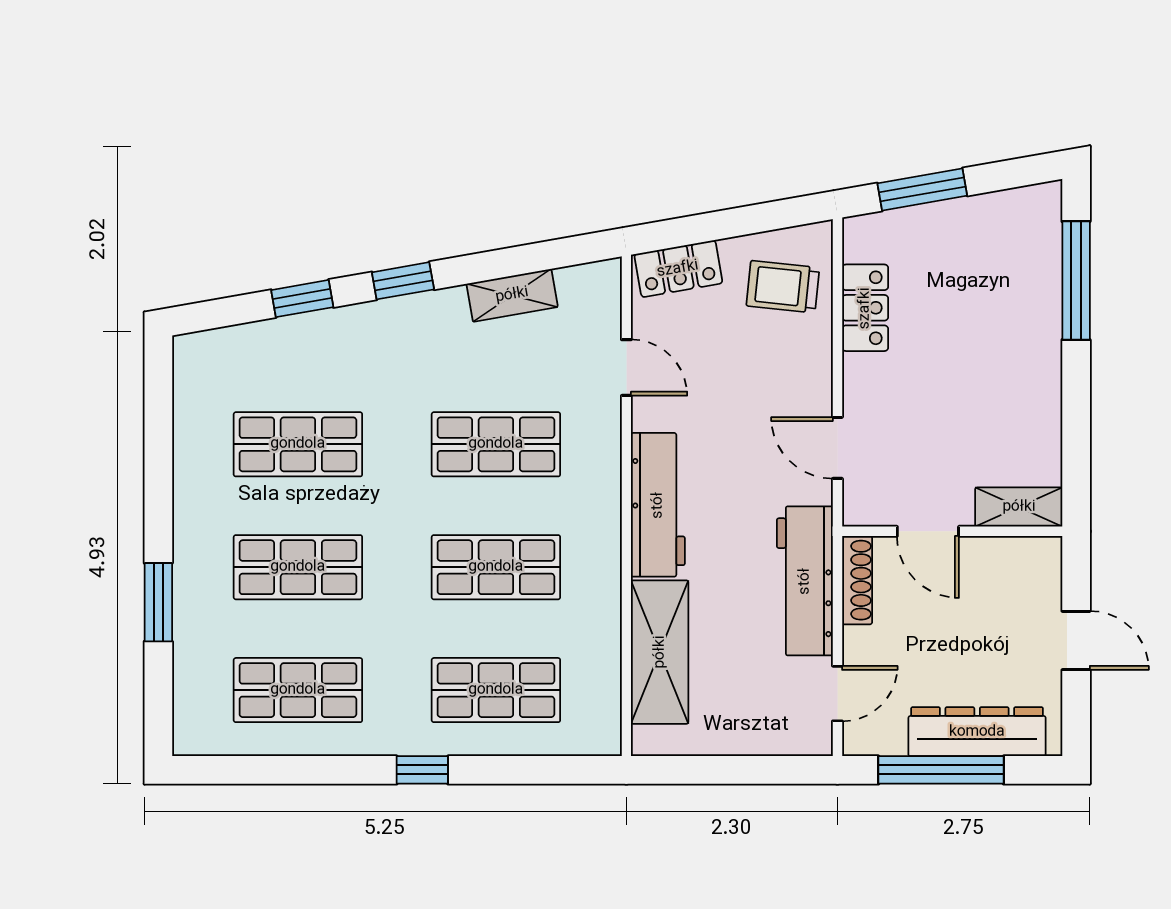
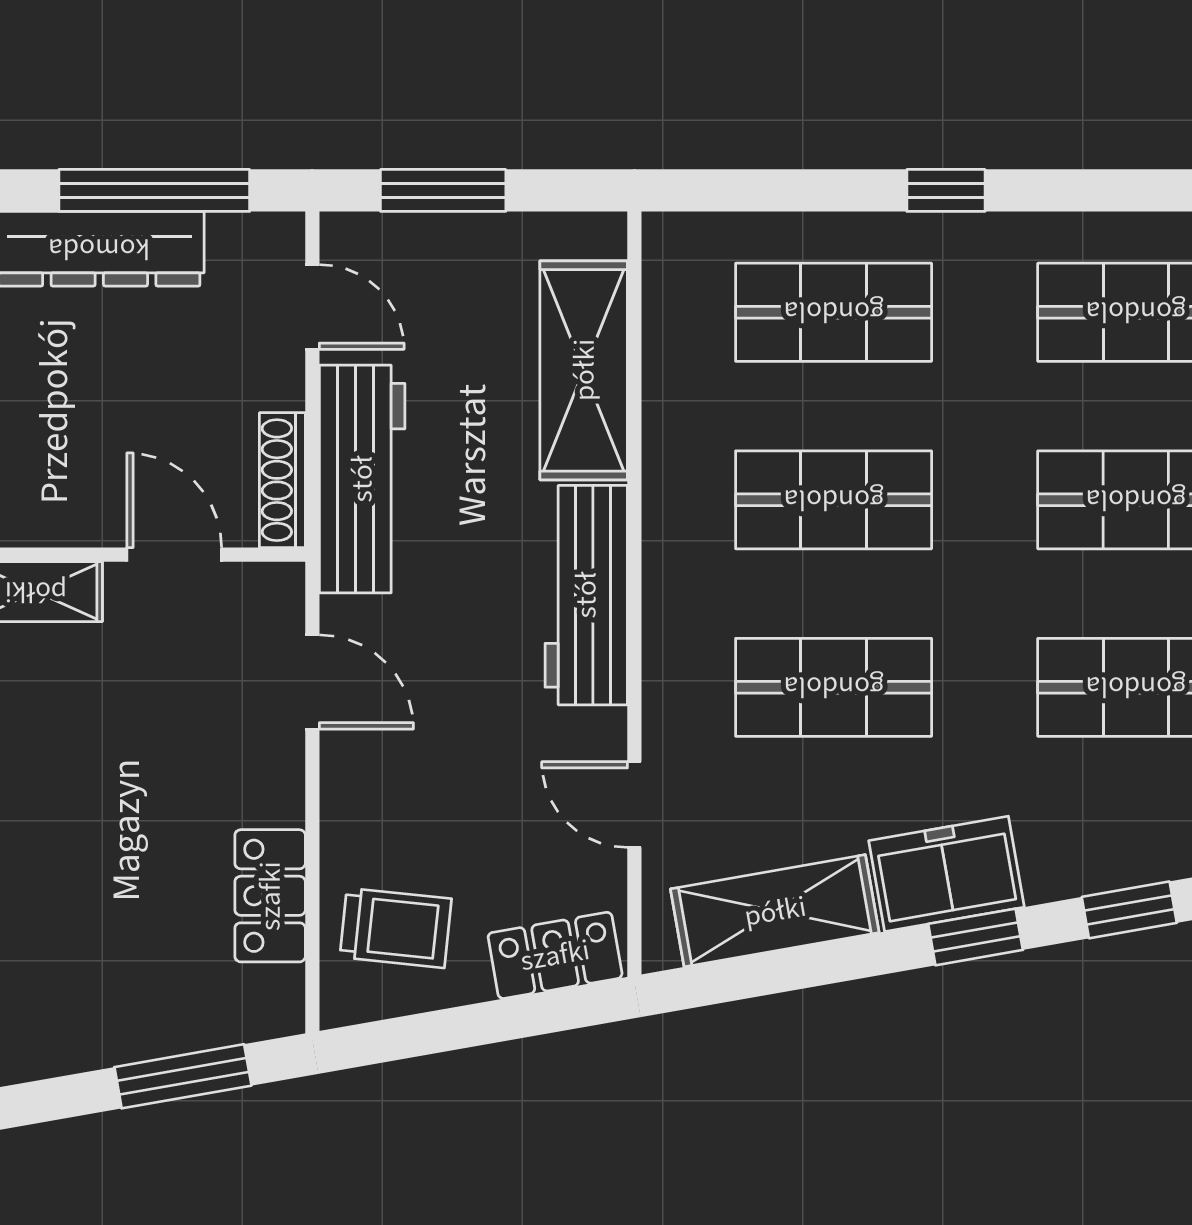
shelving: (512, 295) -> (775, 911), width x1.50, depth x1.33
freezer: (422, 322) -> (946, 874), added
door: (837, 694) -> (312, 307), swing flipped
window: (752, 770) -> (443, 190), added

